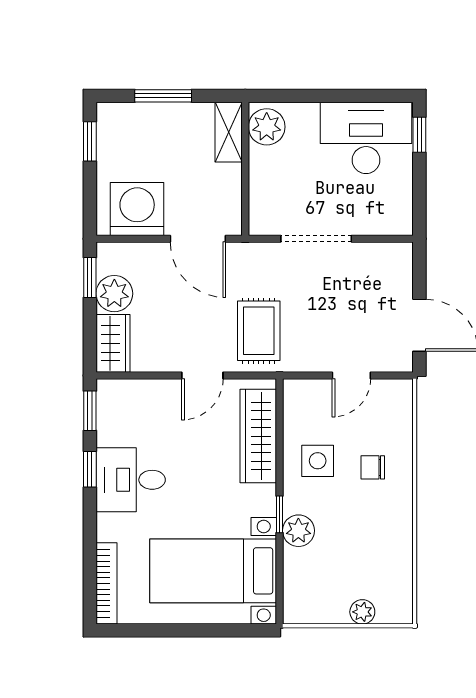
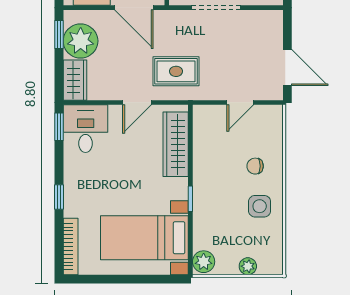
plant: (114, 294) -> (81, 41), width x1.36, depth x1.36
rug: (259, 331) -> (176, 71), turned 90
side table: (318, 461) -> (260, 206), moved
window: (90, 469) -> (59, 197), moved
desk: (131, 480) -> (86, 129), moved, turned 90
plant: (298, 531) -> (204, 262), moved

